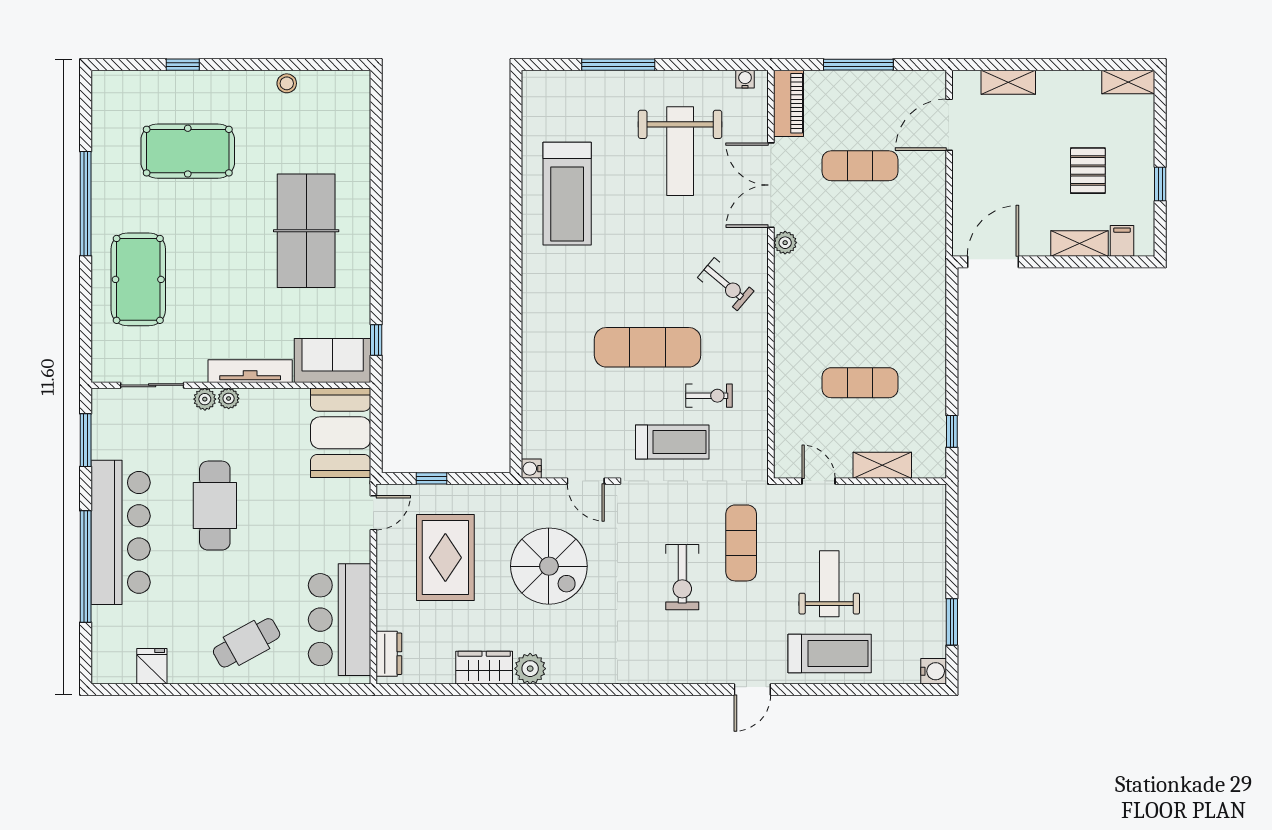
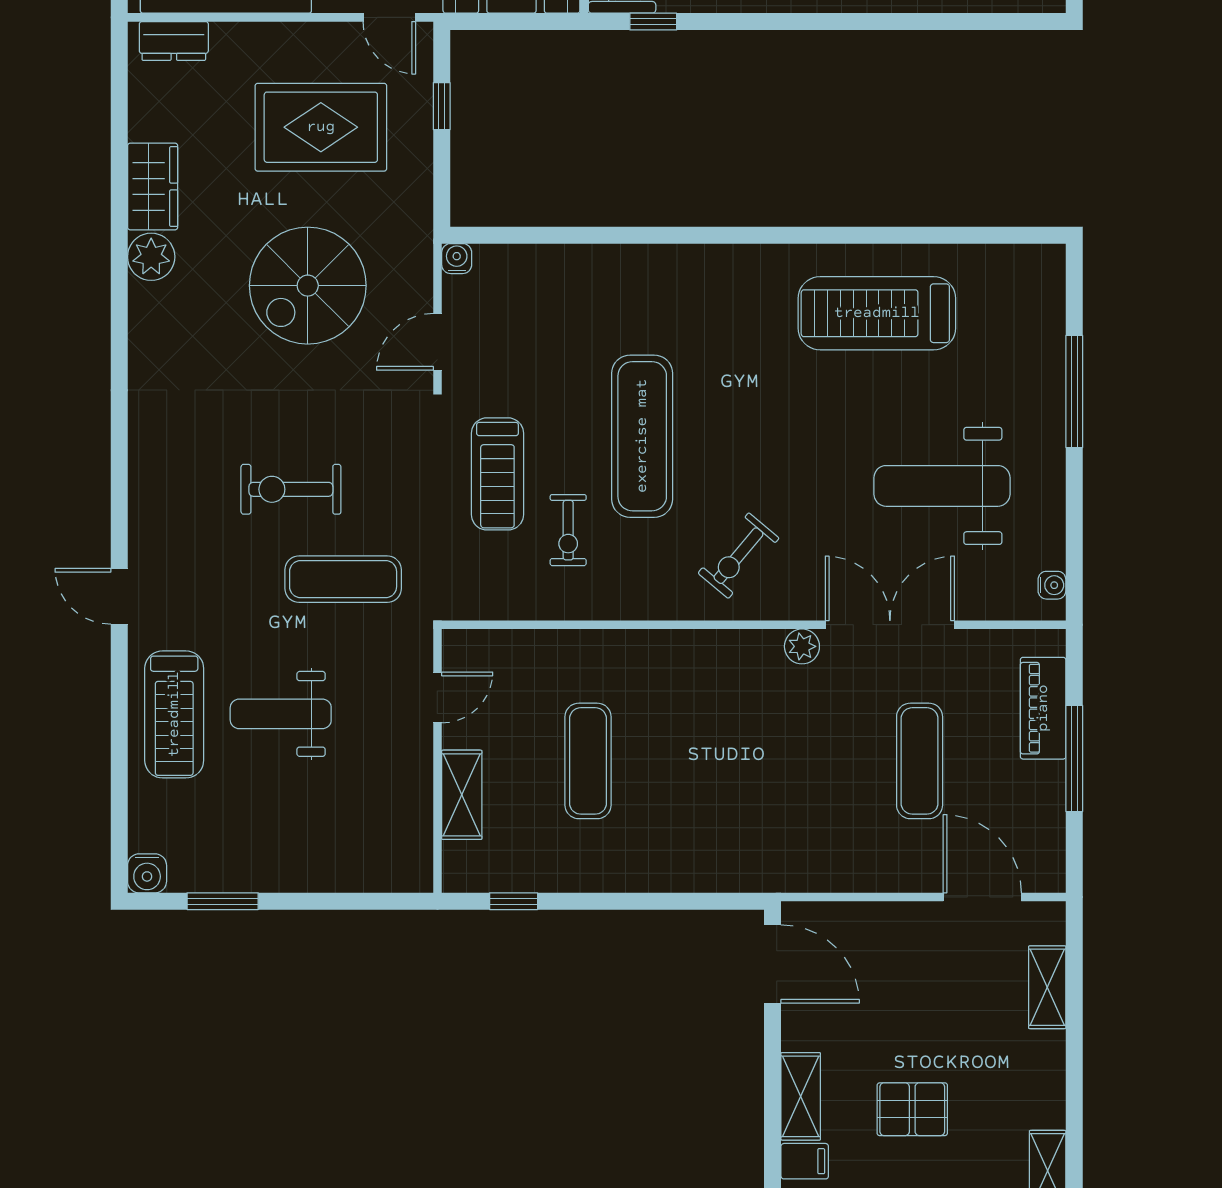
piano: (789, 103) -> (1043, 708), moved, turned 90
weight bench: (829, 584) -> (281, 714), turned 180

